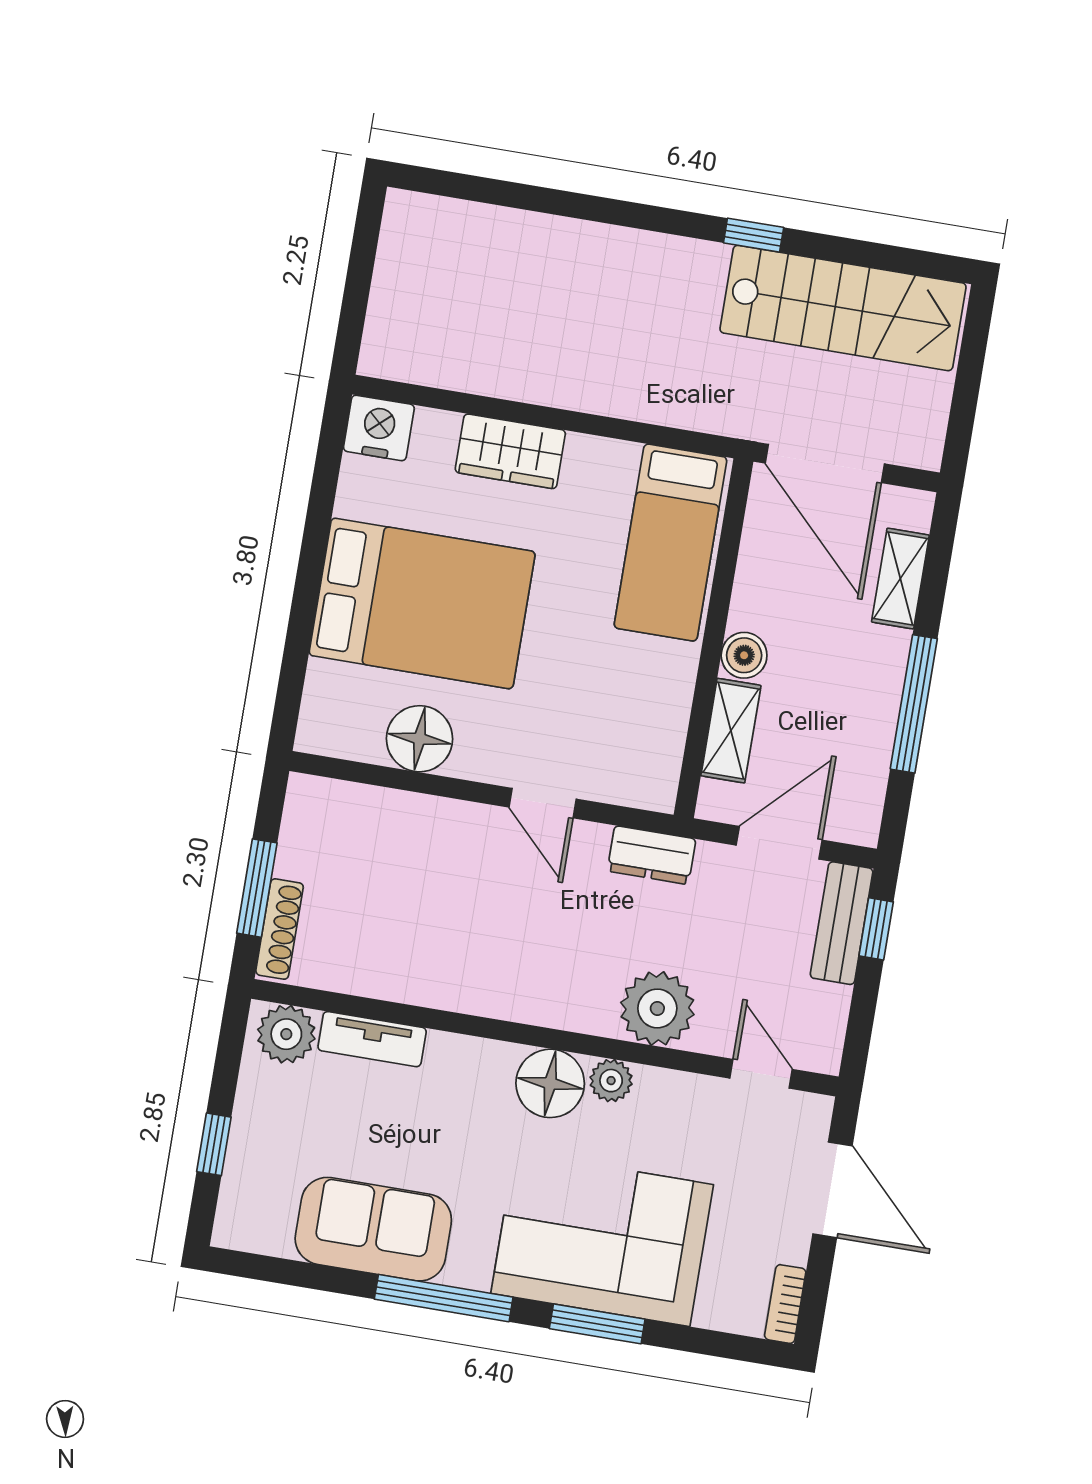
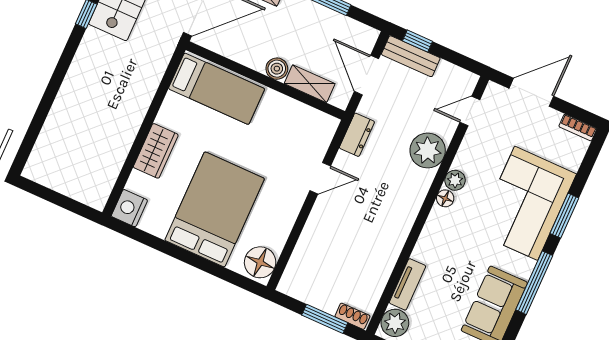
floor lamp: (420, 739) -> (260, 262), moved
shoe rack: (280, 929) -> (352, 316), width x0.70
floor lamp: (550, 1083) -> (445, 198), width x0.53, depth x0.53

